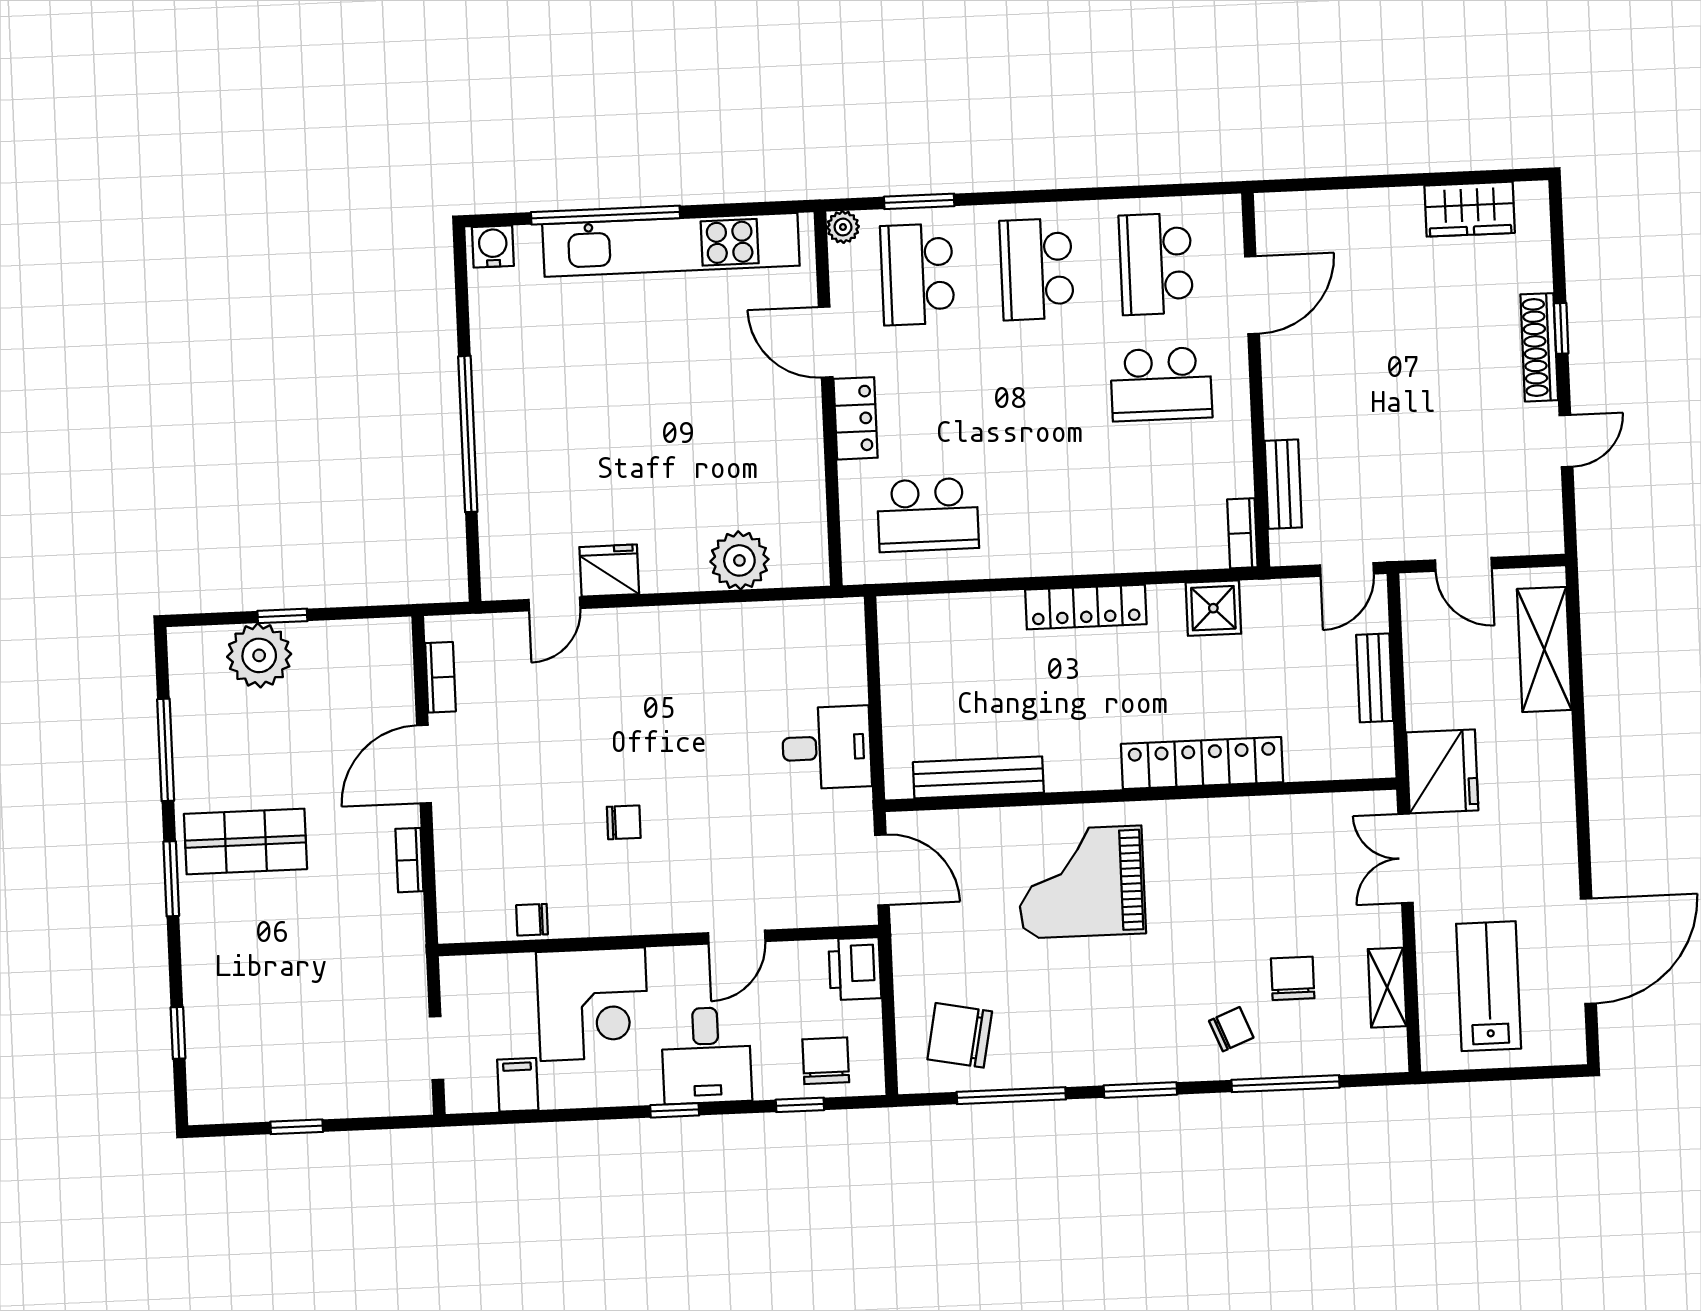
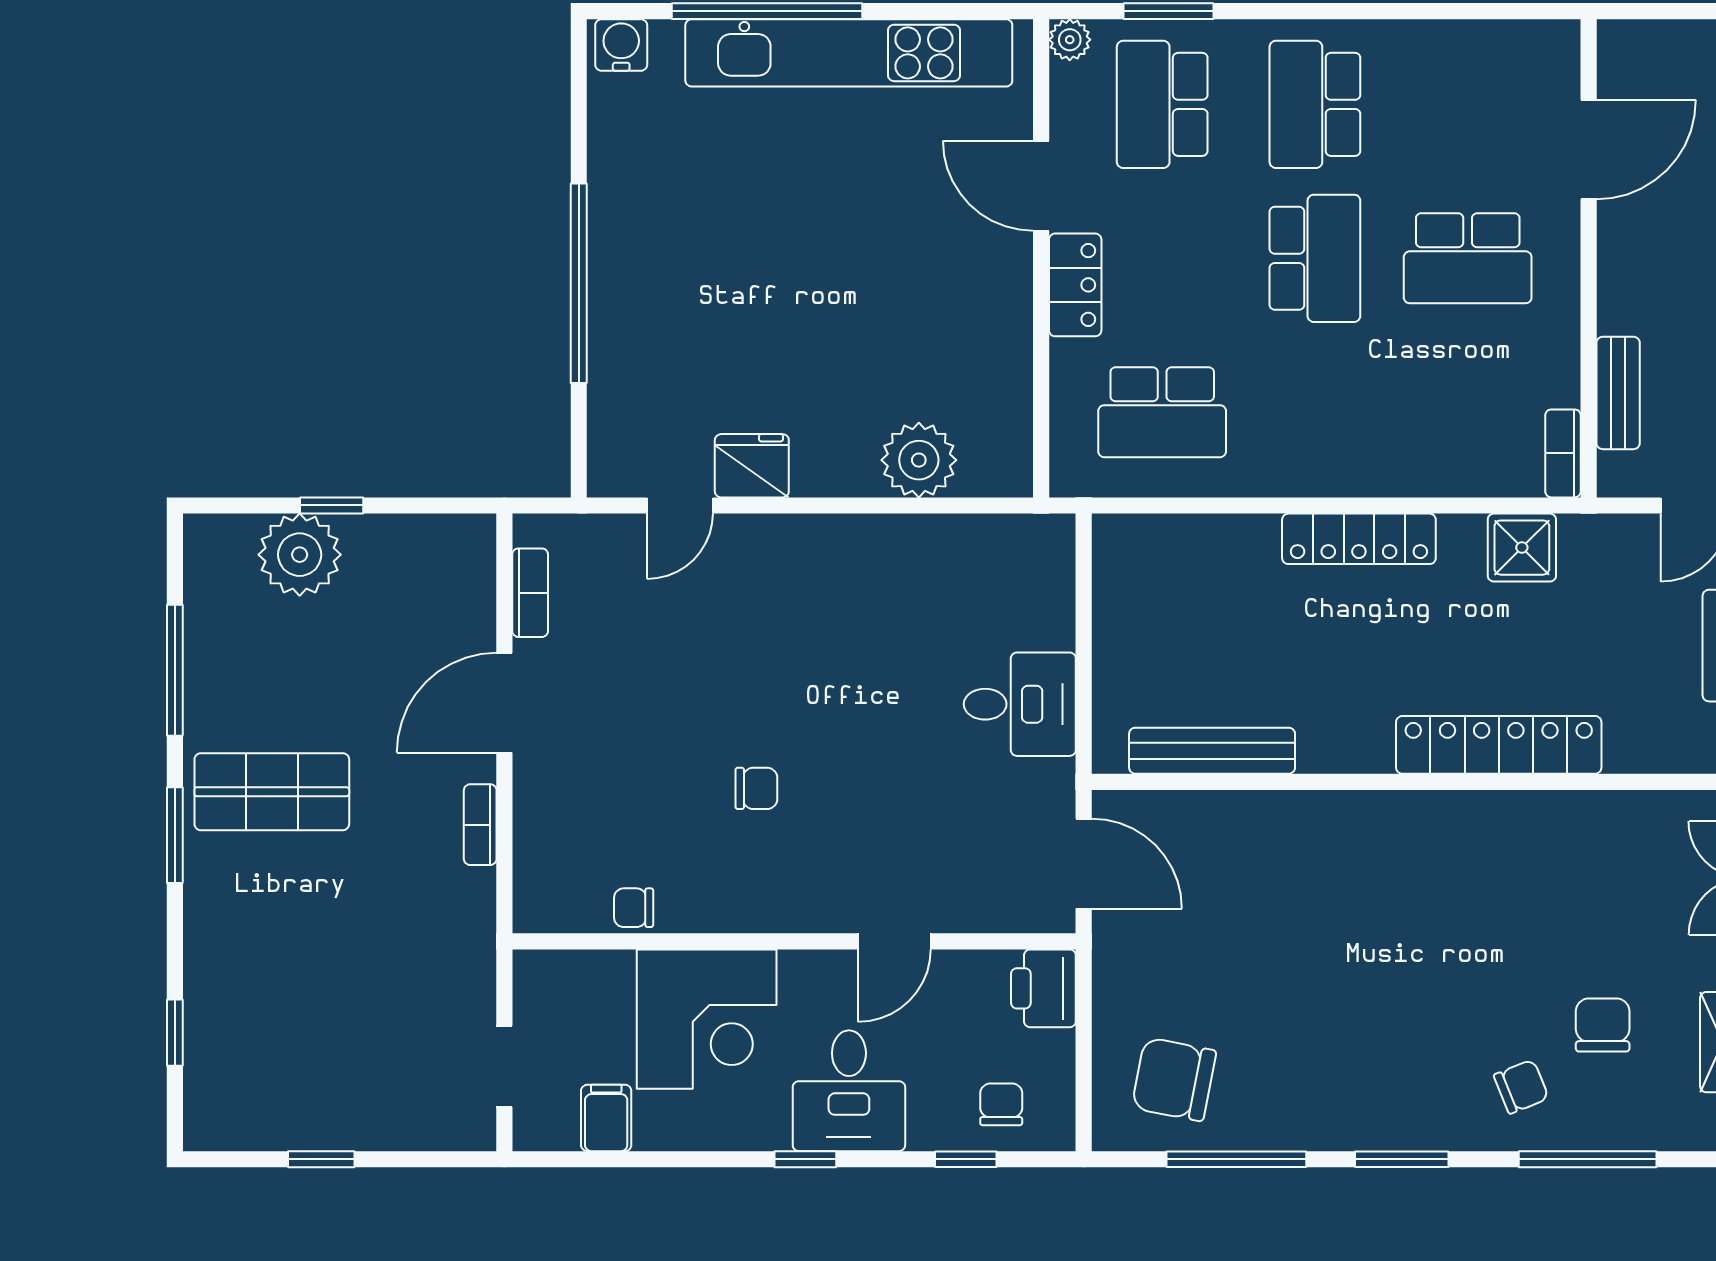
school desk: (1156, 264) -> (1315, 258), moved, turned 180
grand piano: (1081, 882) -> (1338, 890), removed
chair: (826, 1061) -> (1001, 1104), width x0.73, depth x0.73

